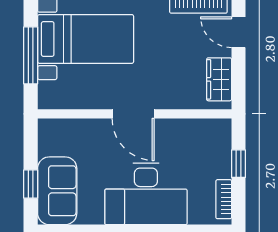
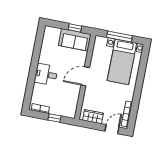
window: (31, 184) -> (75, 28), moved
sofa: (57, 191) -> (75, 40), moved
desk: (146, 194) -> (46, 74), width x0.53, depth x0.77

